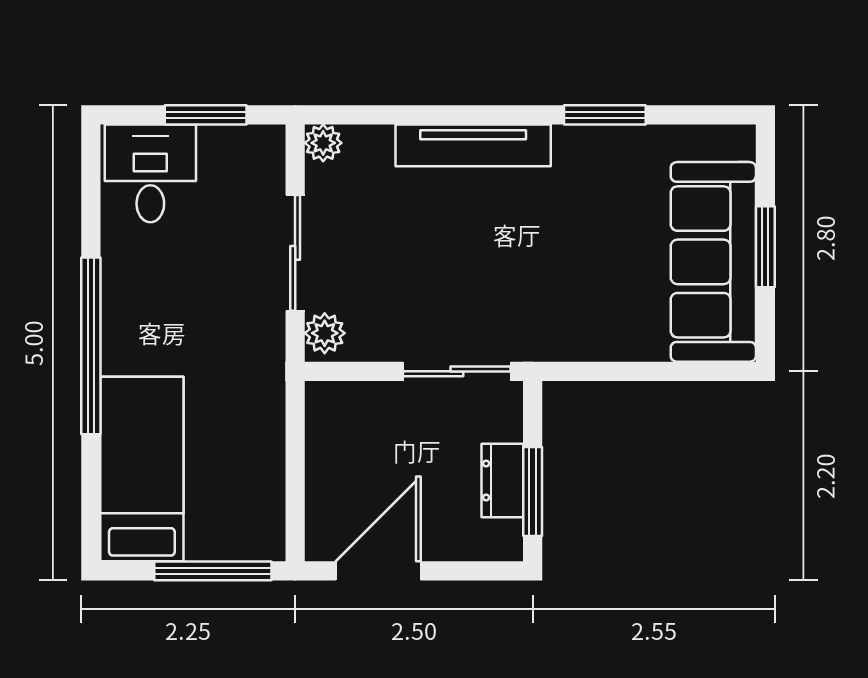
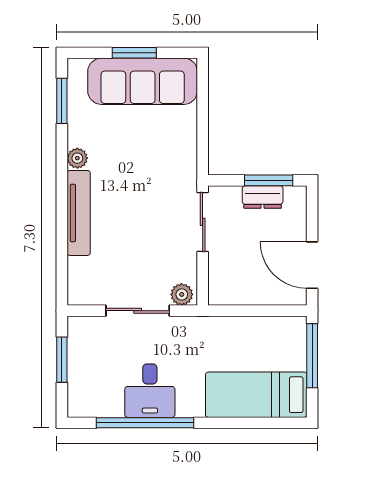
window: (605, 115) -> (62, 101), moved
plant: (323, 143) -> (77, 158), moved
desk: (150, 173) -> (150, 391), moved, turned -90
window: (91, 346) -> (145, 423), moved

